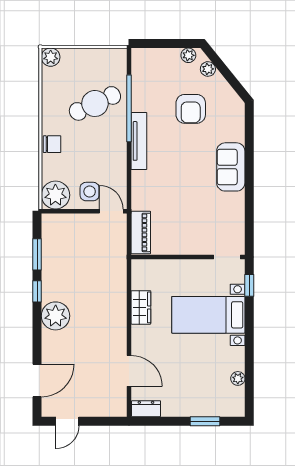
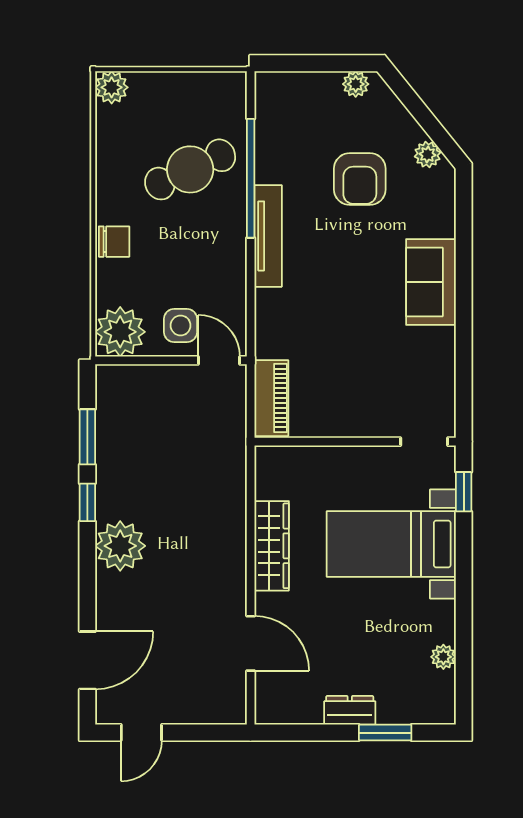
plant: (208, 69) -> (427, 154), moved
wardrobe: (141, 307) -> (272, 546), width x1.50
dresser: (146, 409) -> (350, 710), moved

